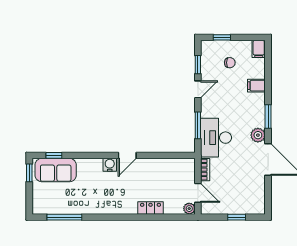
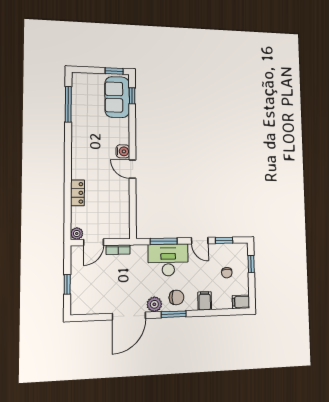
chair: (252, 113) -> (176, 297), added
desk: (216, 138) -> (168, 260), moved

